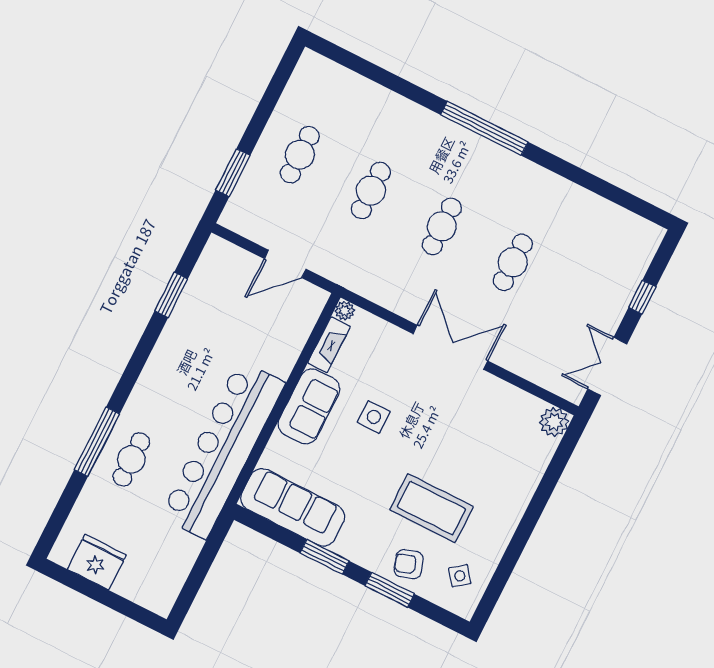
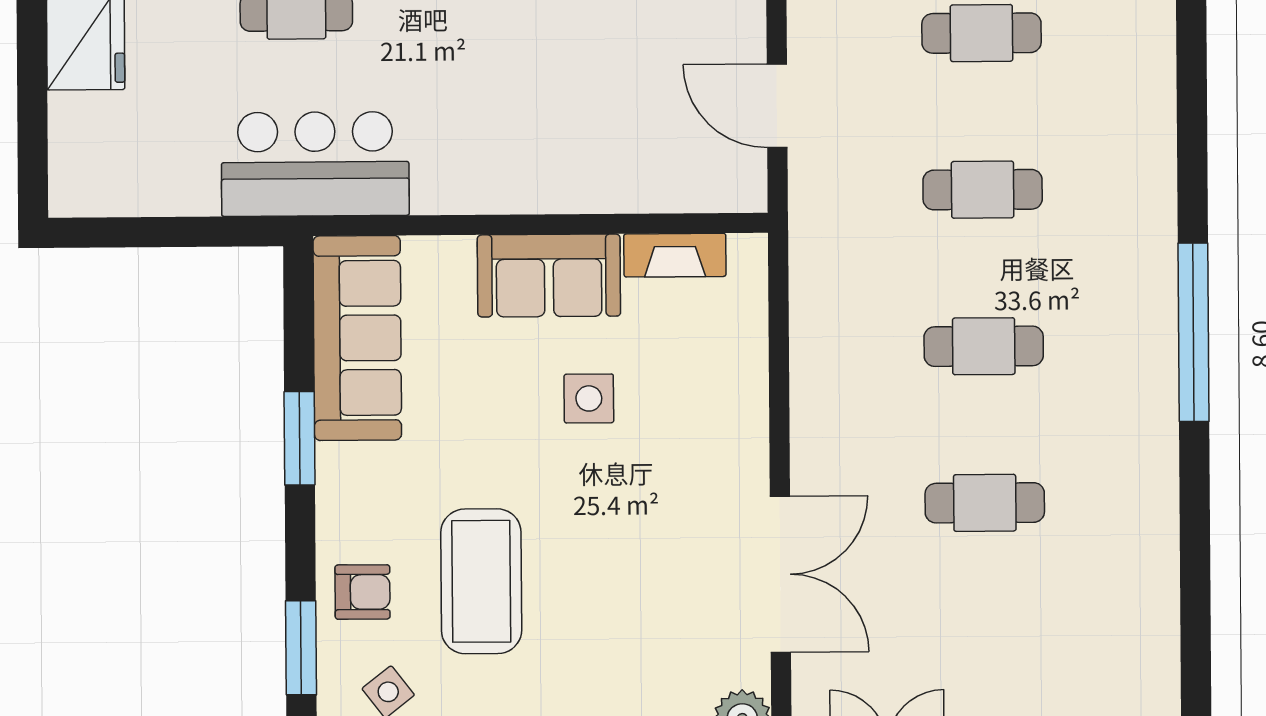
plant: (345, 311) -> (749, 252), removed
double door: (450, 347) -> (780, 574), moved
bar counter: (223, 450) -> (315, 164), width x0.54
armchair: (409, 564) -> (362, 592), turned 108
window: (390, 590) -> (301, 648), moved

